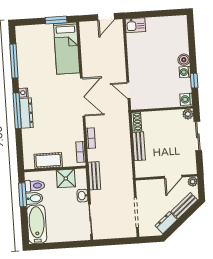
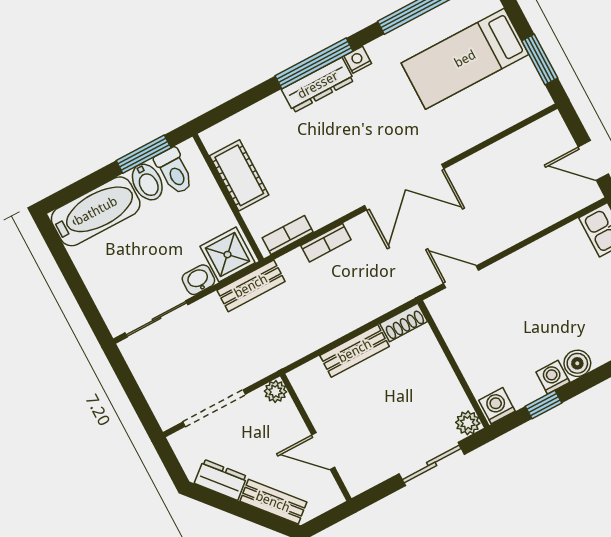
bed: (67, 48) -> (465, 59), moved
door: (128, 90) -> (461, 277), hinge flipped
shower: (66, 178) -> (228, 255), moved
plant: (193, 182) -> (275, 391), moved

